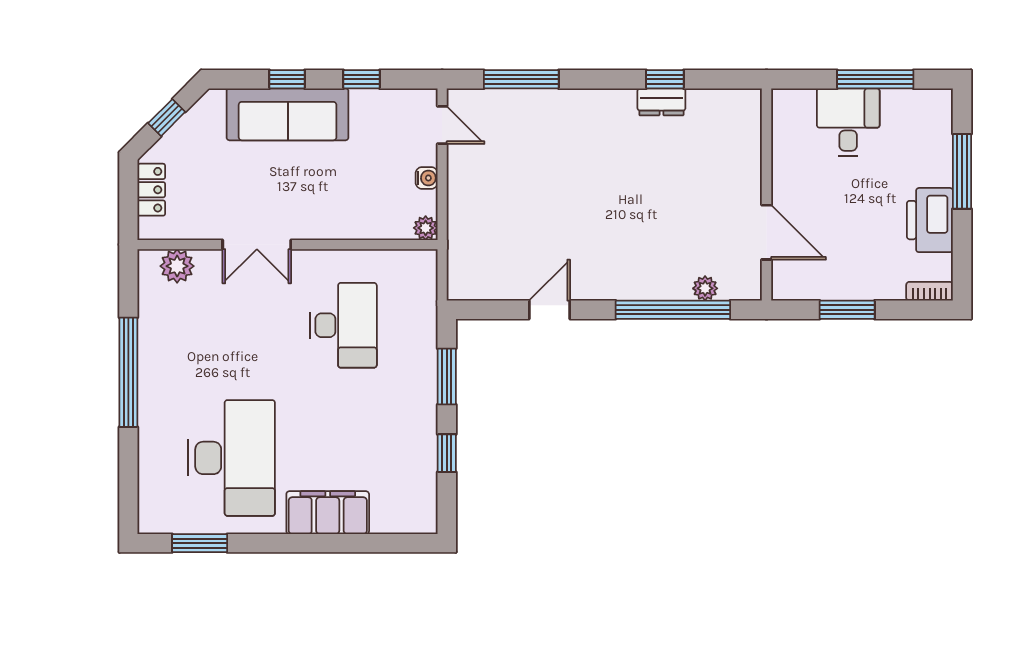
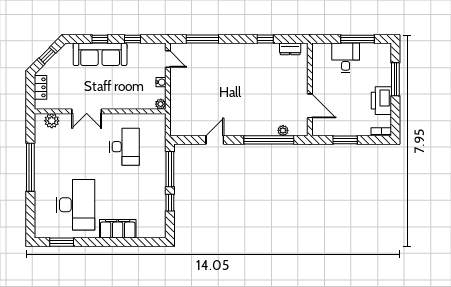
dresser: (661, 102) -> (290, 49), moved
window: (447, 376) -> (170, 169), width x1.44

